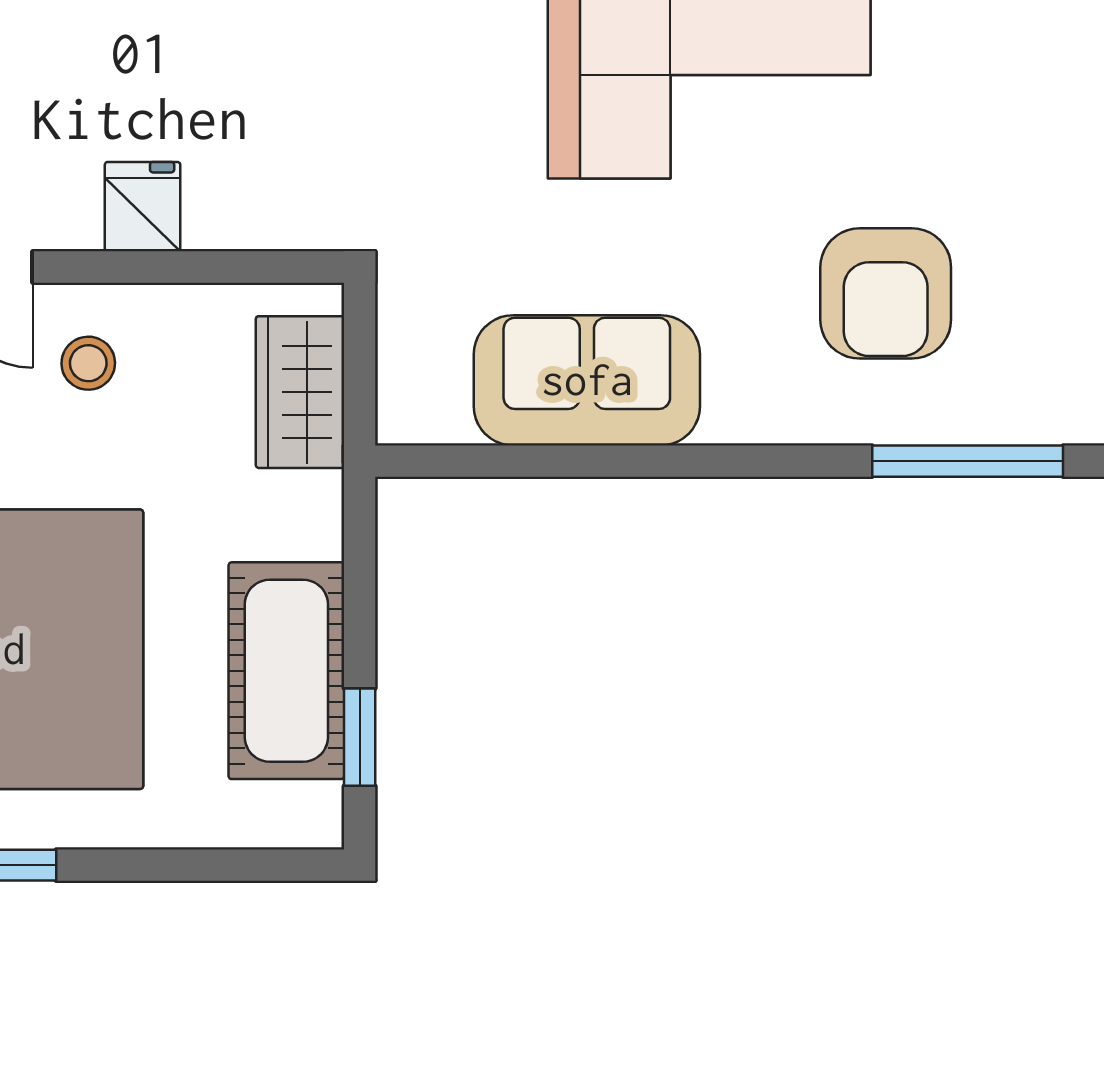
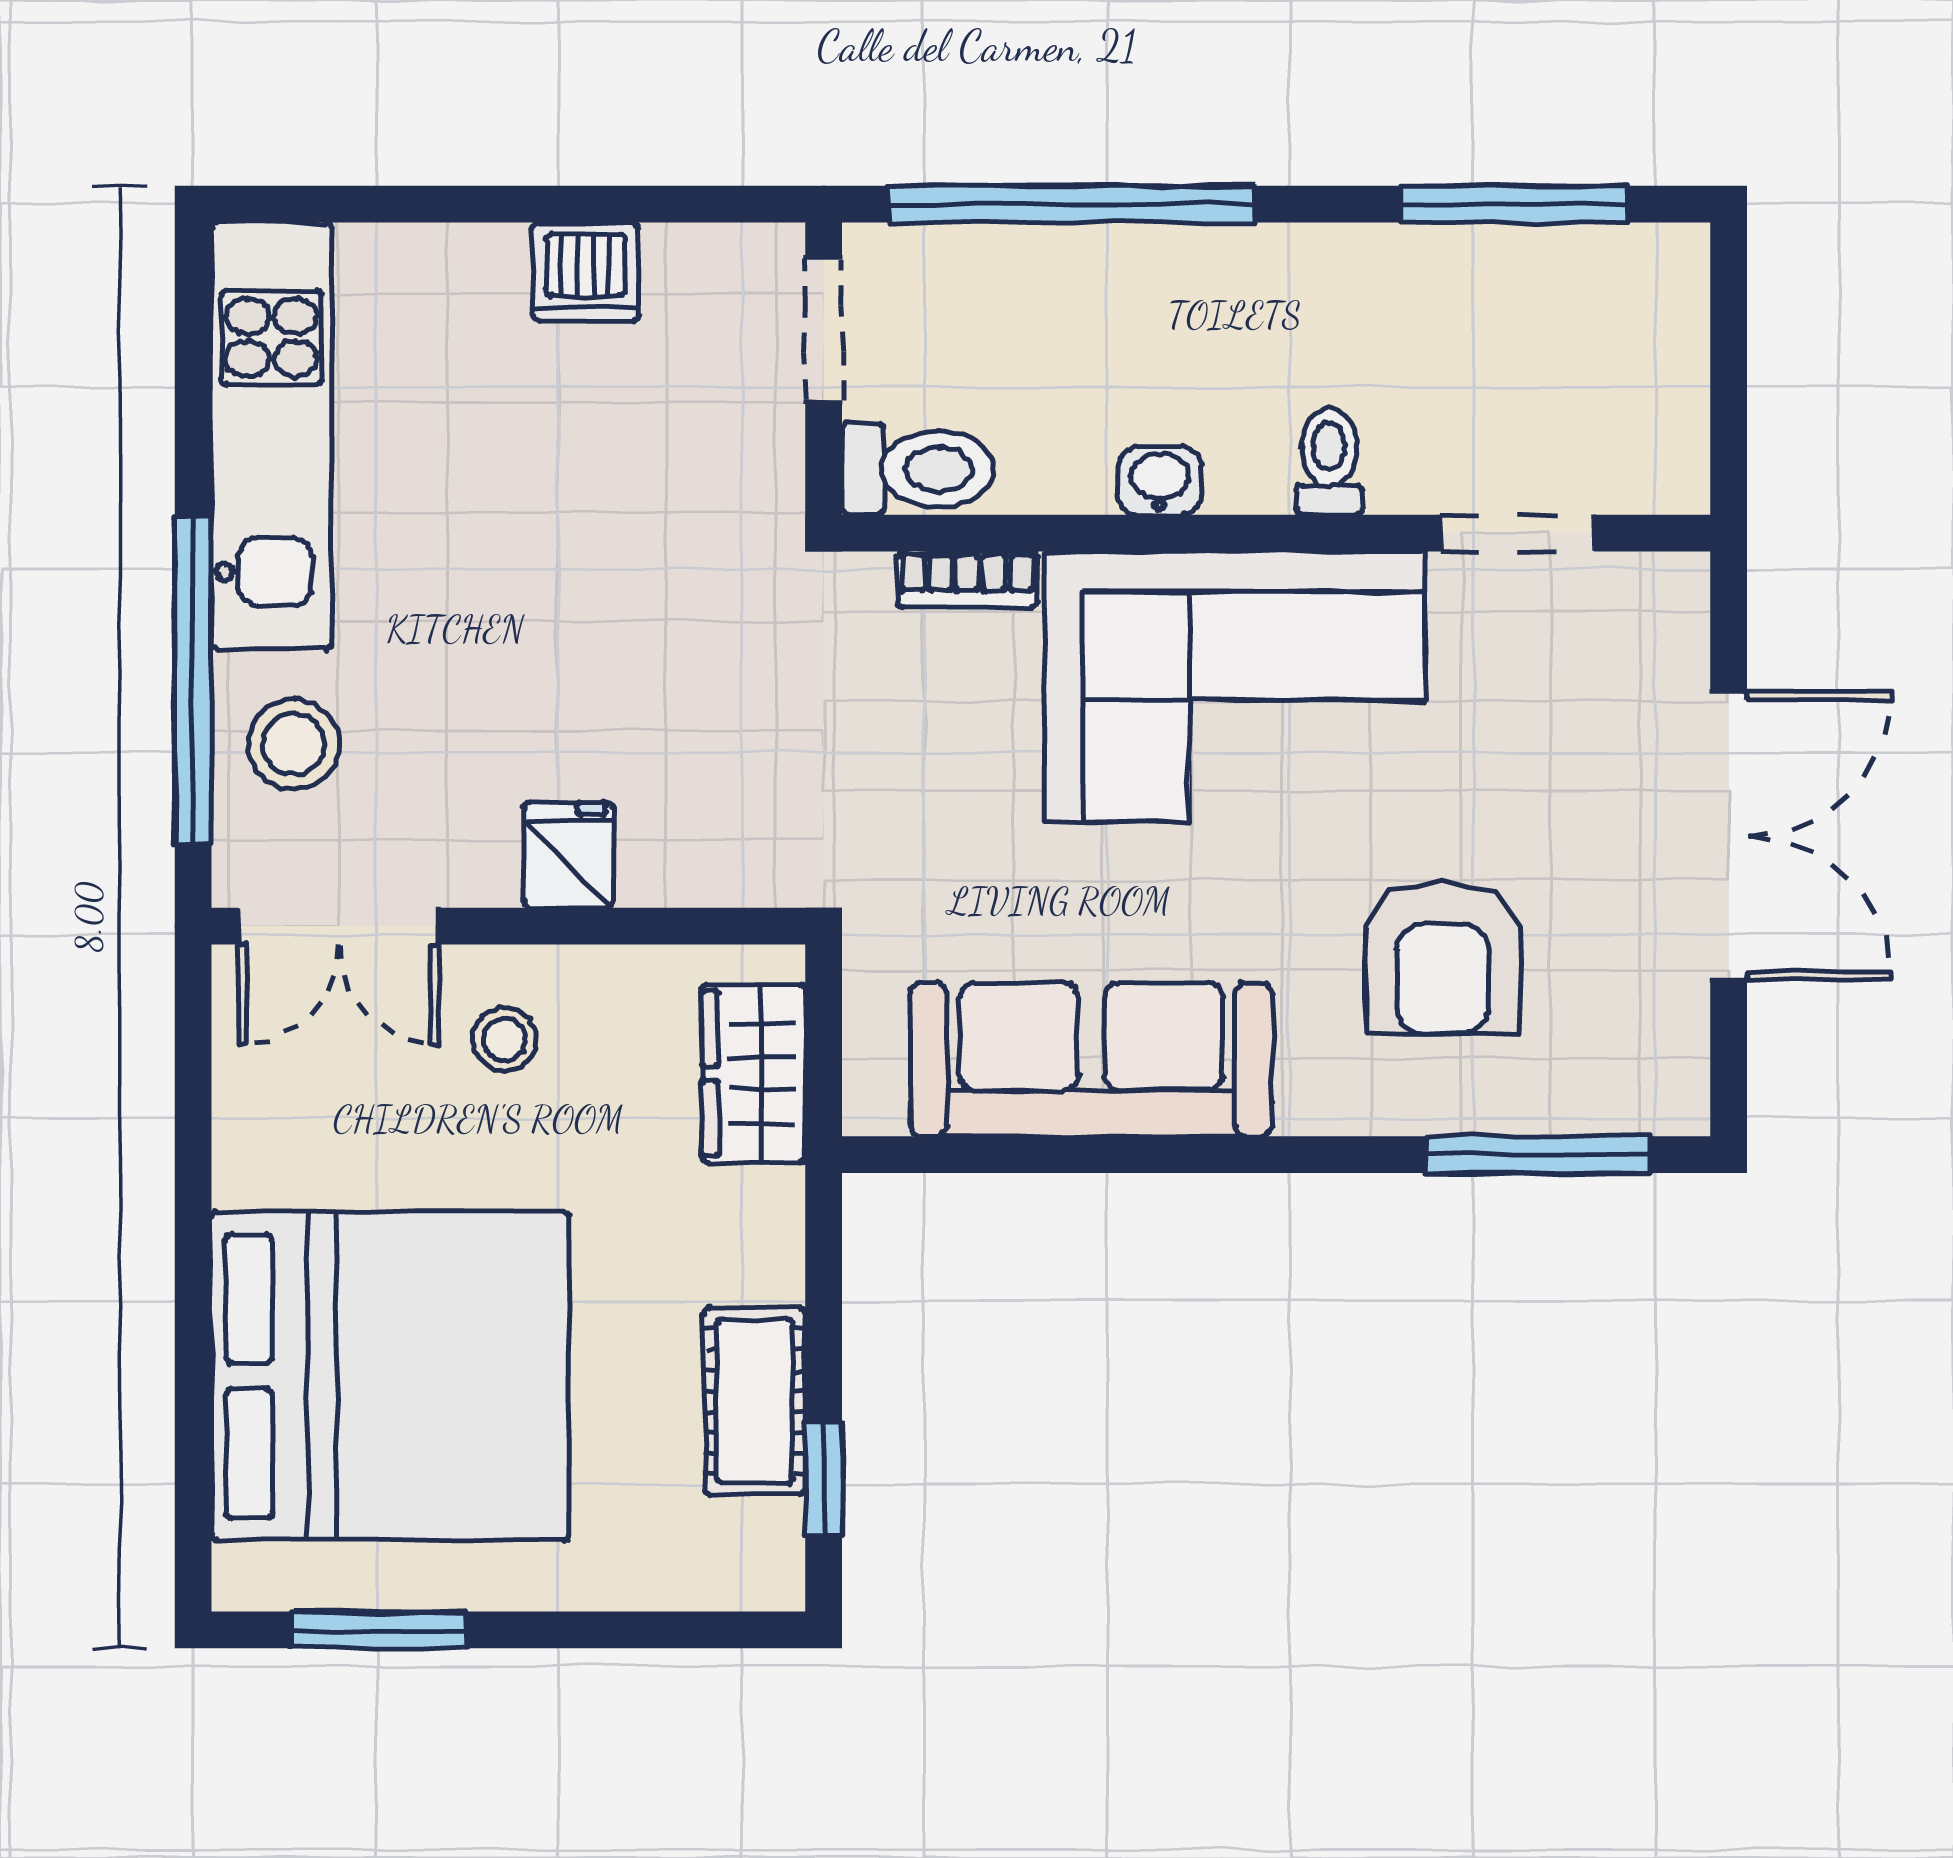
sofa: (587, 380) -> (1091, 1060), width x1.36
cot: (286, 671) -> (755, 1401), width x0.73, depth x0.75

